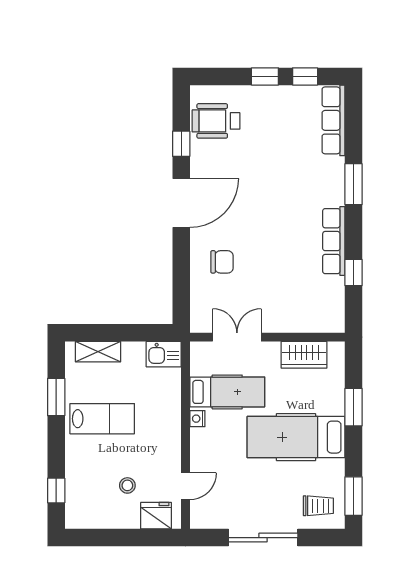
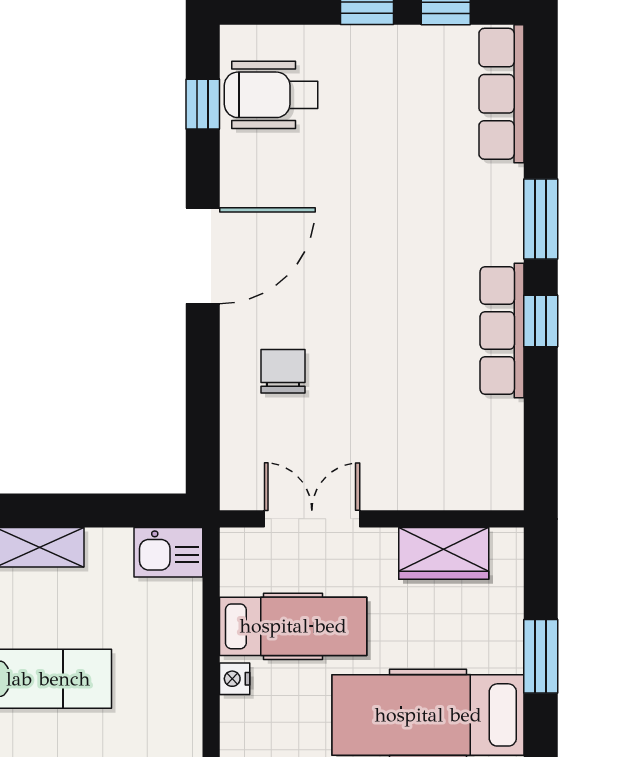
window: (181, 144) -> (203, 104), moved
chair: (222, 262) -> (283, 371), turned -90
window: (353, 272) -> (541, 321), moved

